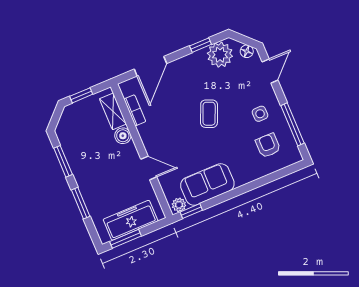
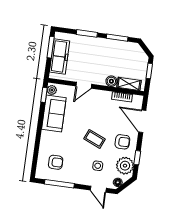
armchair: (192, 76) -> (122, 142), added
side table: (260, 114) -> (98, 166), moved

